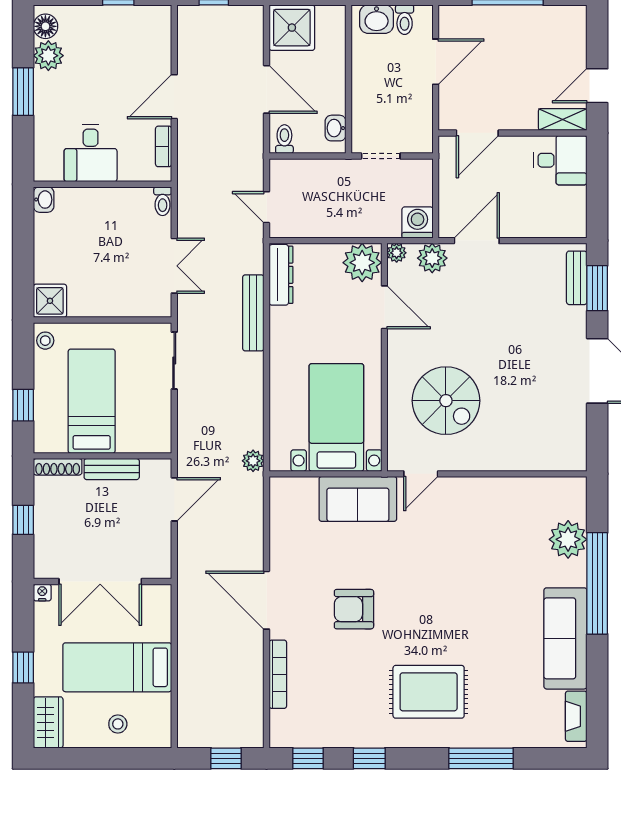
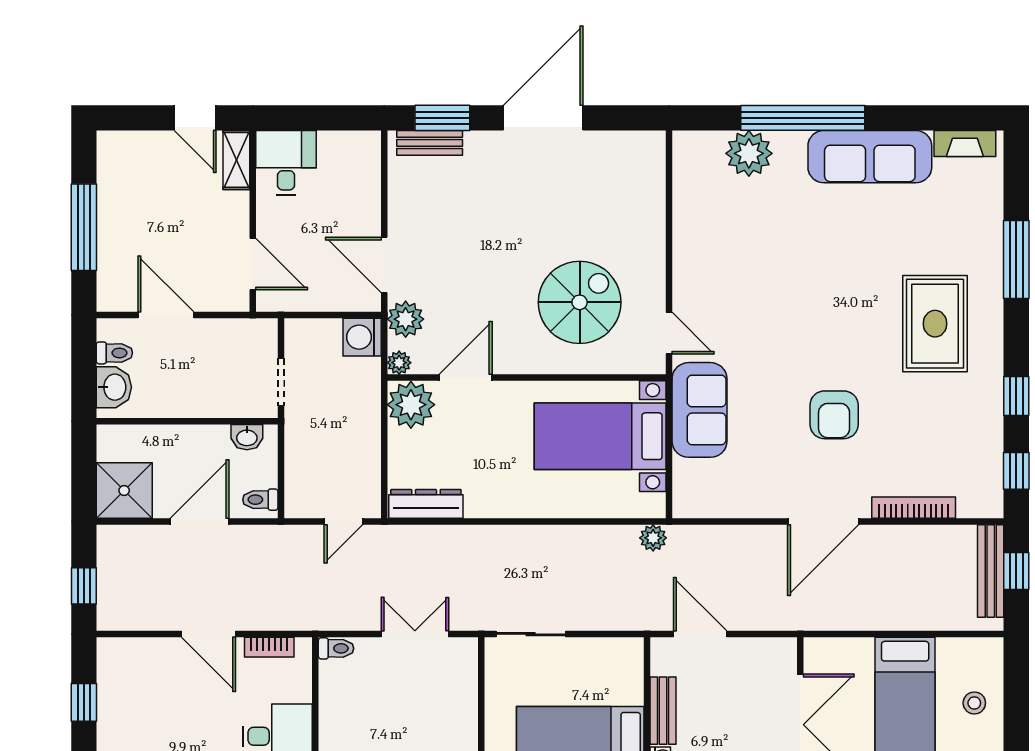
bench: (253, 313) -> (991, 571), moved, turned 90

